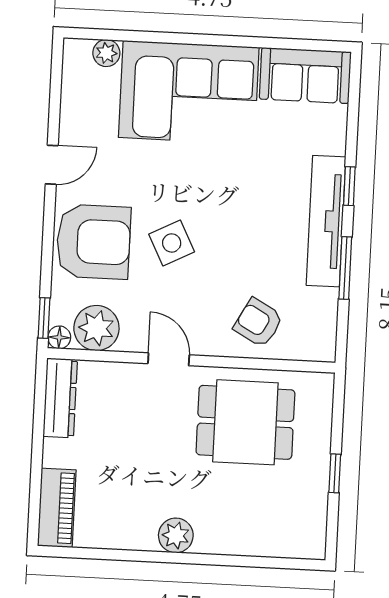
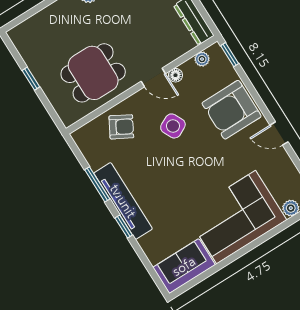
door: (52, 165) -> (279, 133), hinge flipped
side table: (172, 243) -> (173, 126), moved
plant: (96, 328) -> (202, 59), width x0.53, depth x0.53
floor lamp: (59, 337) -> (175, 75), moved

